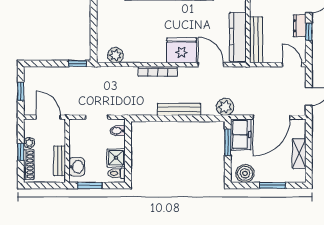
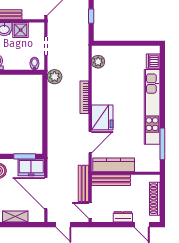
window: (309, 32) -> (118, 225), removed
window: (77, 64) -> (91, 16), moved
door: (292, 65) -> (90, 210), swing flipped
plant: (225, 107) -> (55, 77), moved
bench: (179, 109) -> (83, 183), moved
shower: (116, 158) -> (21, 30), moved

